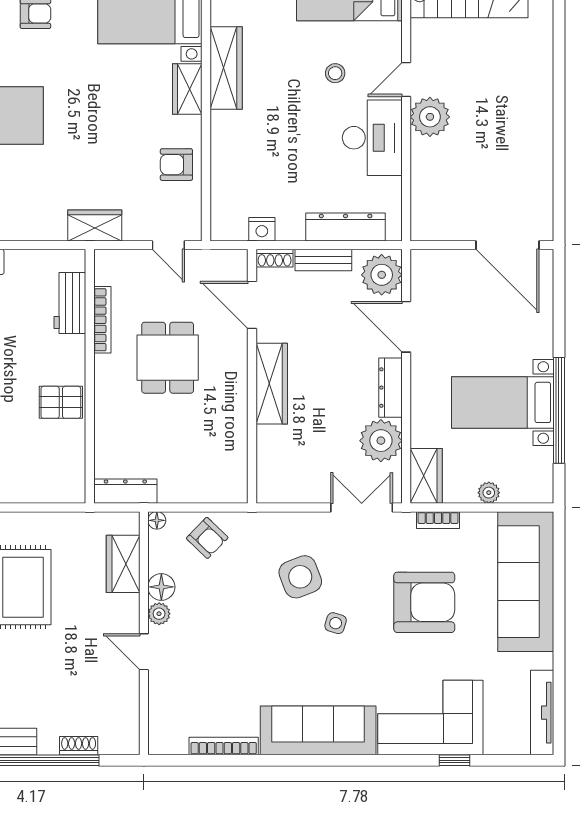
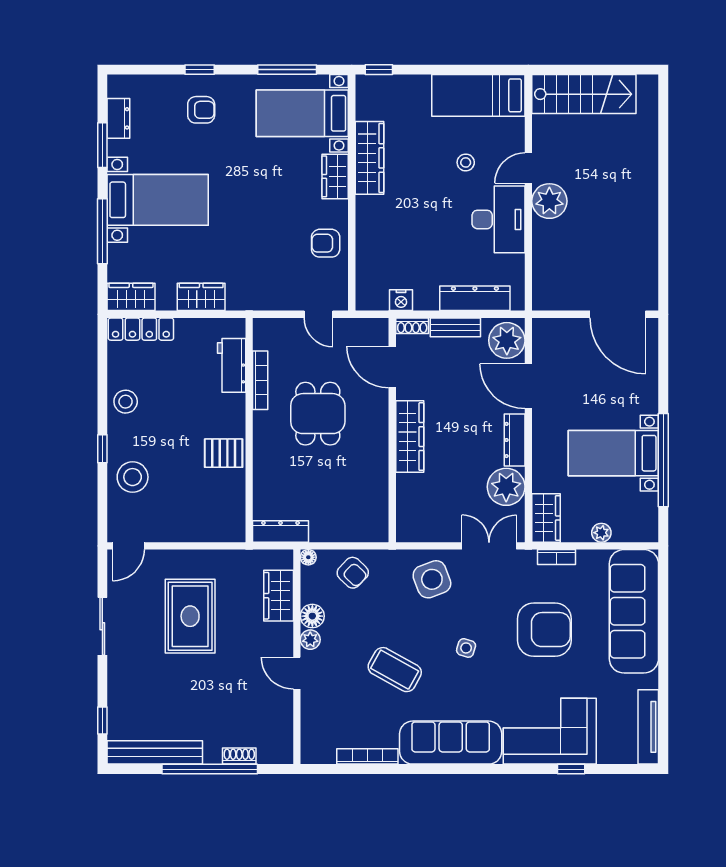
wardrobe: (95, 226) -> (201, 297), moved
side table: (300, 577) -> (432, 579), moved
coffee table: (255, 648) -> (395, 670), added

